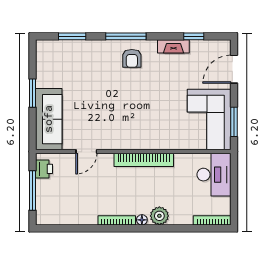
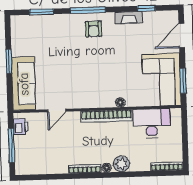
floor lamp: (160, 144) -> (120, 102), added
desk: (214, 175) -> (152, 123), moved, turned -90

